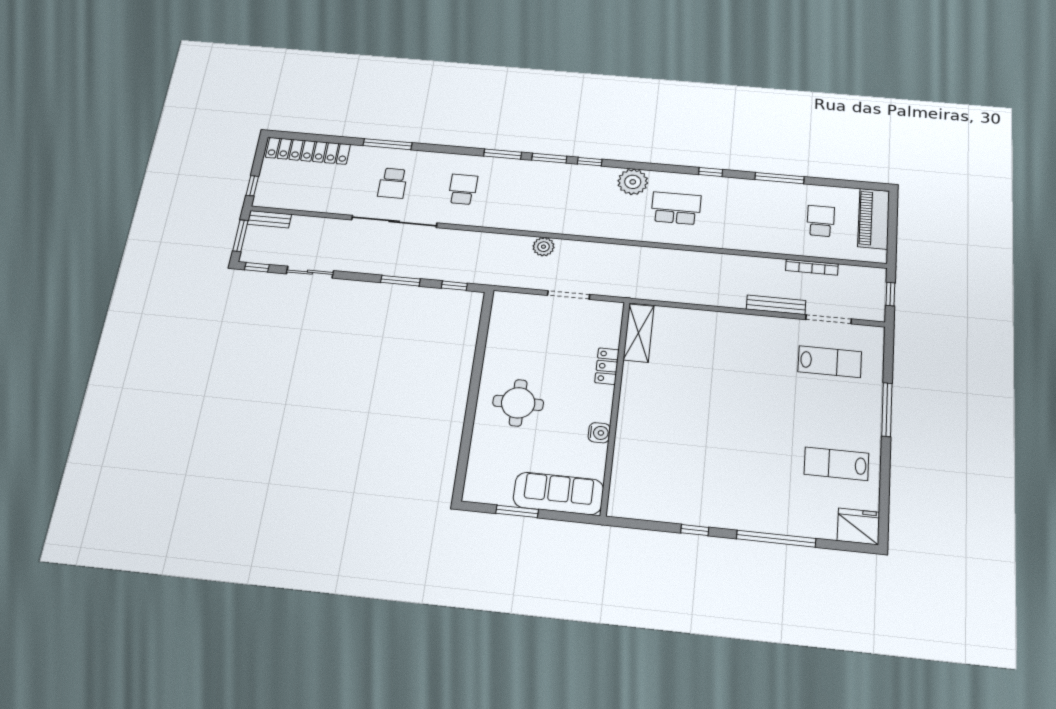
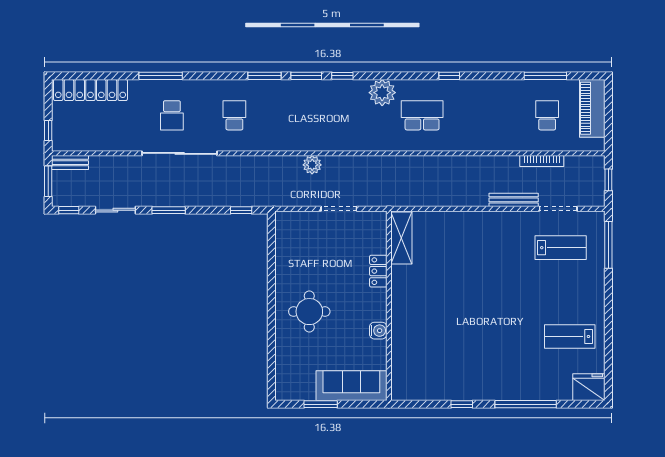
window: (779, 178) -> (545, 76), moved
window: (400, 281) -> (169, 210), moved
window: (887, 410) -> (608, 245), moved

